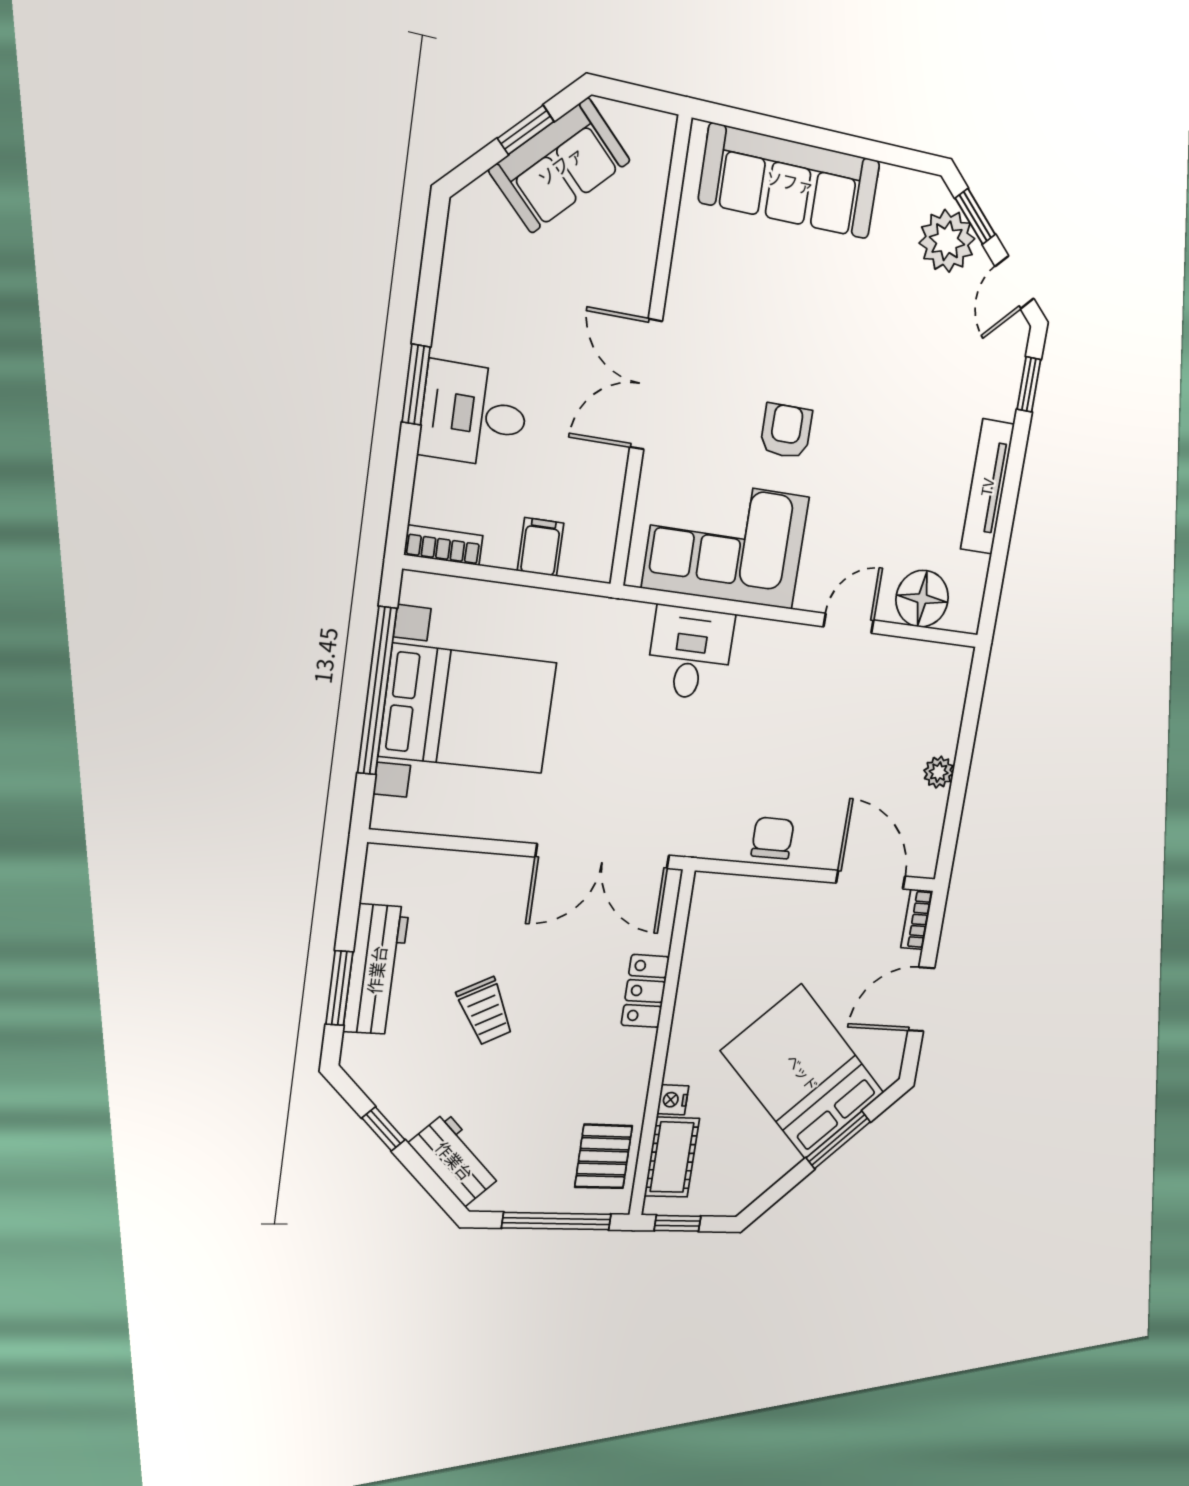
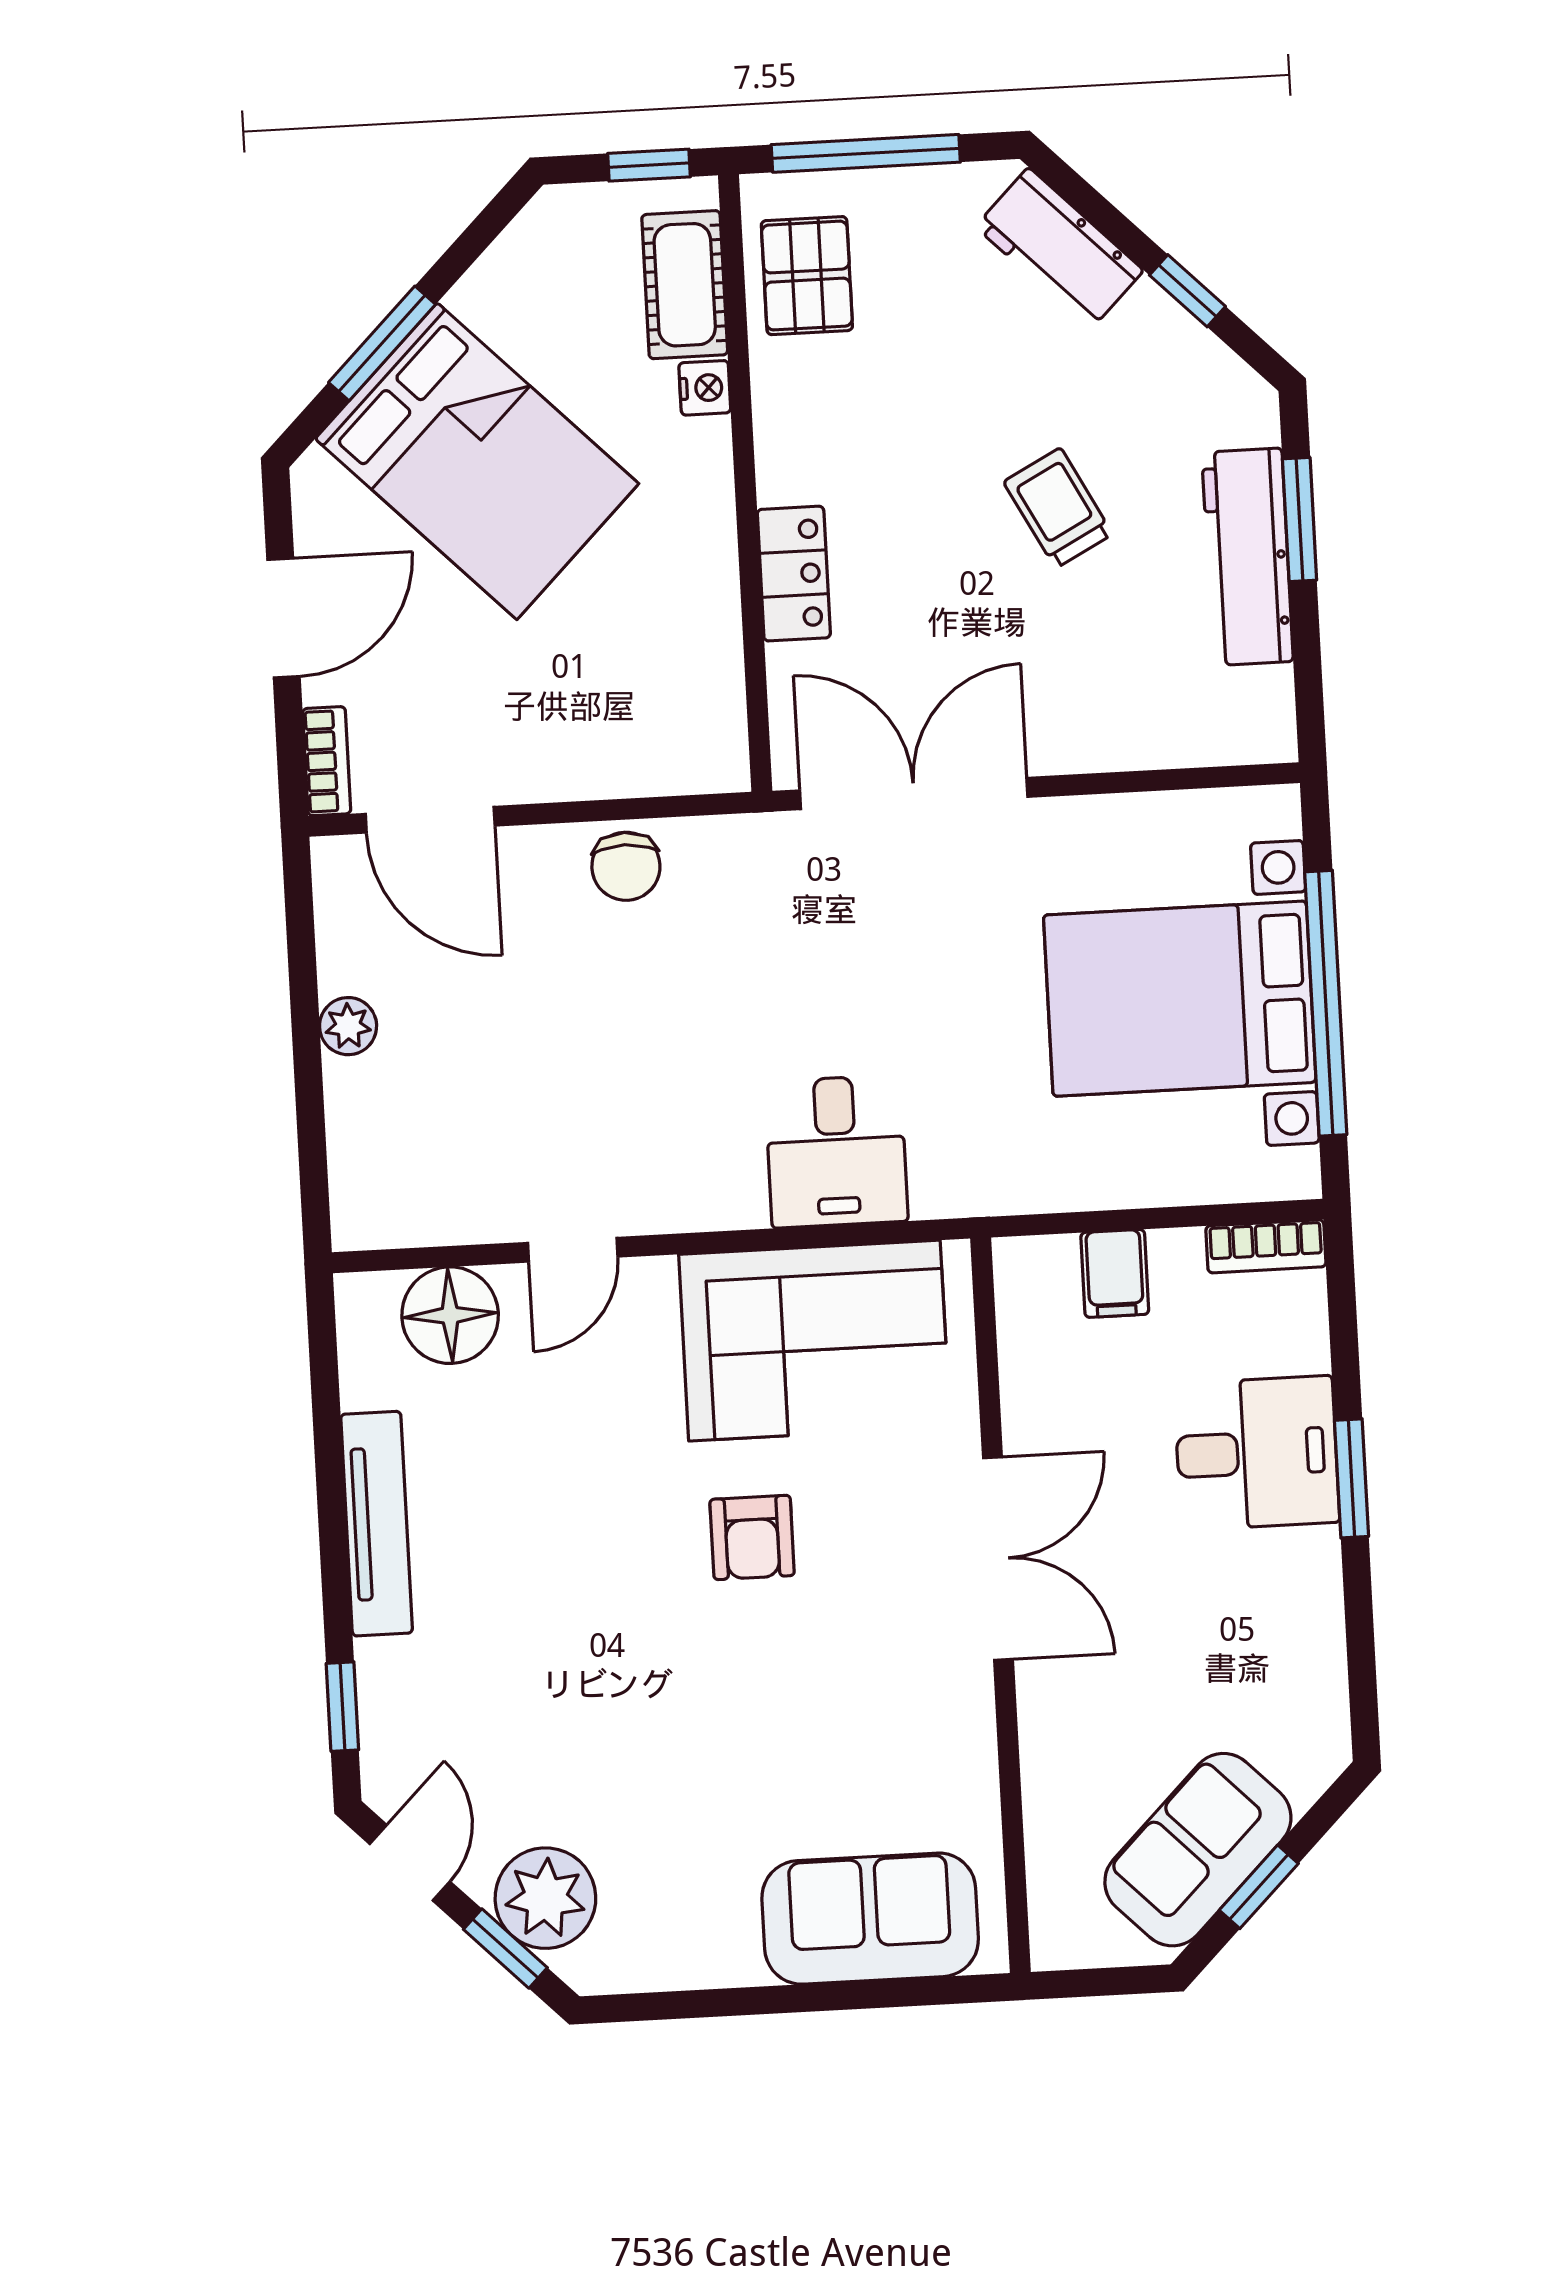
sofa: (790, 181) -> (870, 1919), width x0.73

